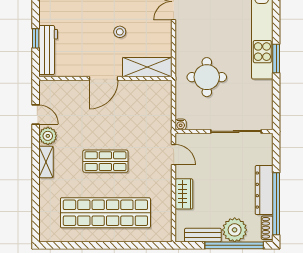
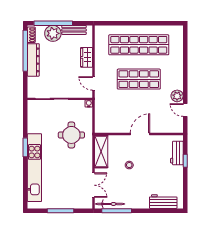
workbench: (48, 50) -> (177, 153), width x0.73
shelving: (147, 67) -> (101, 151), moved, turned 90
shop shelf: (105, 161) -> (139, 79), width x1.43, depth x1.36
shelving: (46, 162) -> (178, 79), removed

